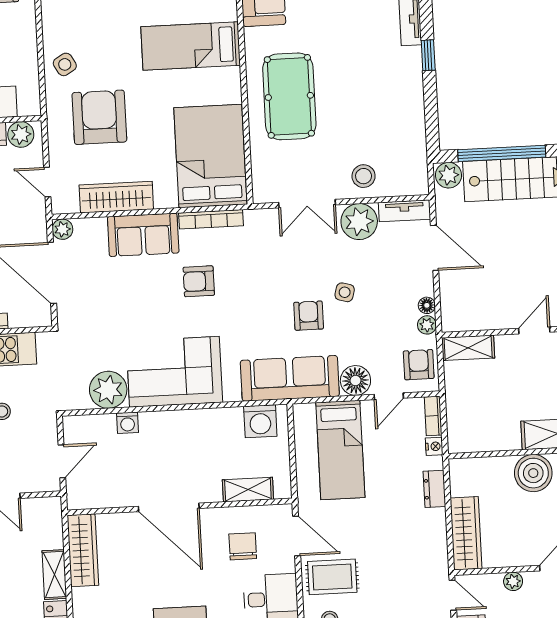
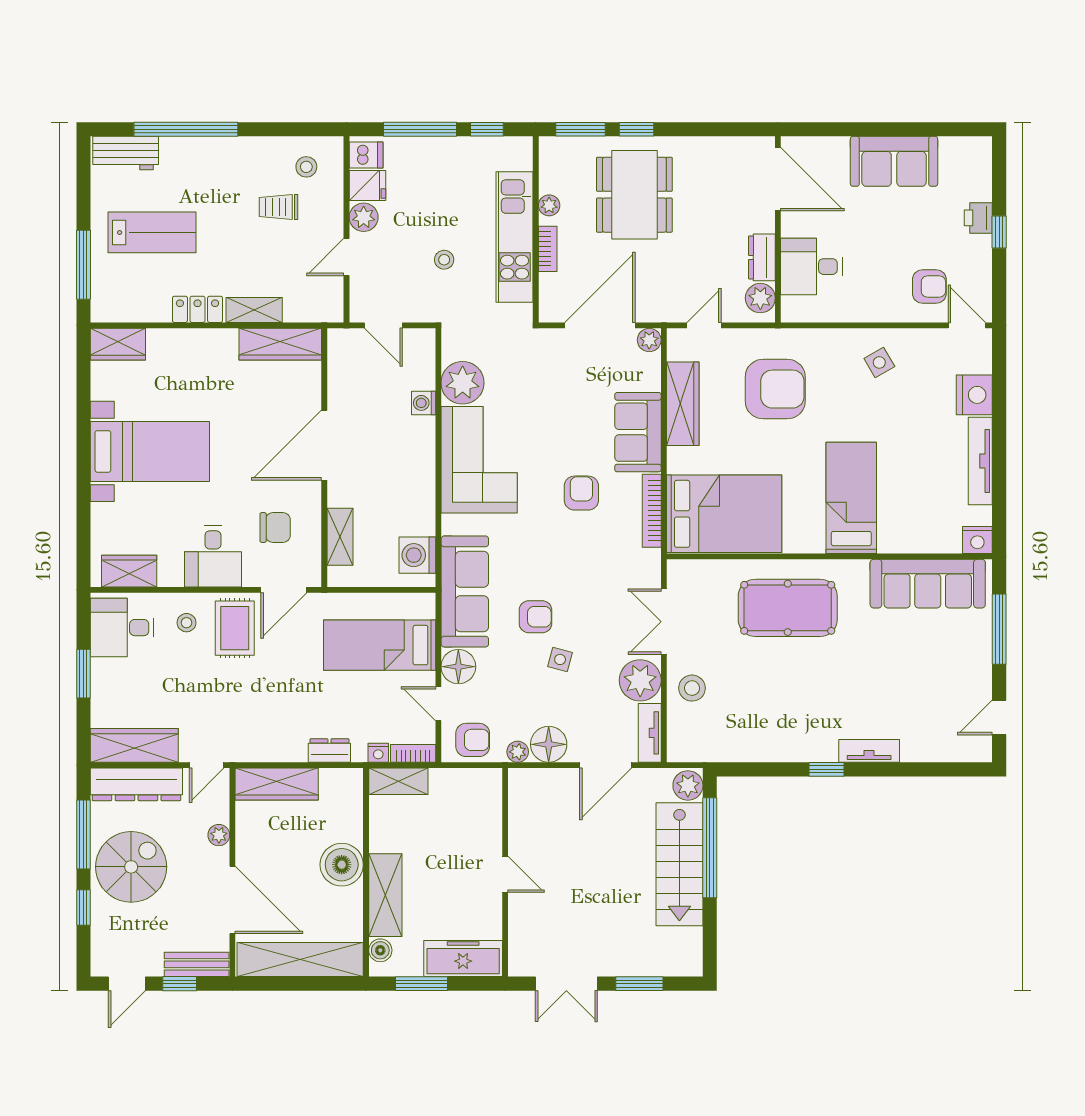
side table: (65, 64) -> (879, 362), moved
floor lamp: (427, 305) -> (549, 744), width x1.89, depth x1.89
shelving: (468, 348) -> (398, 781), moved, turned 90

